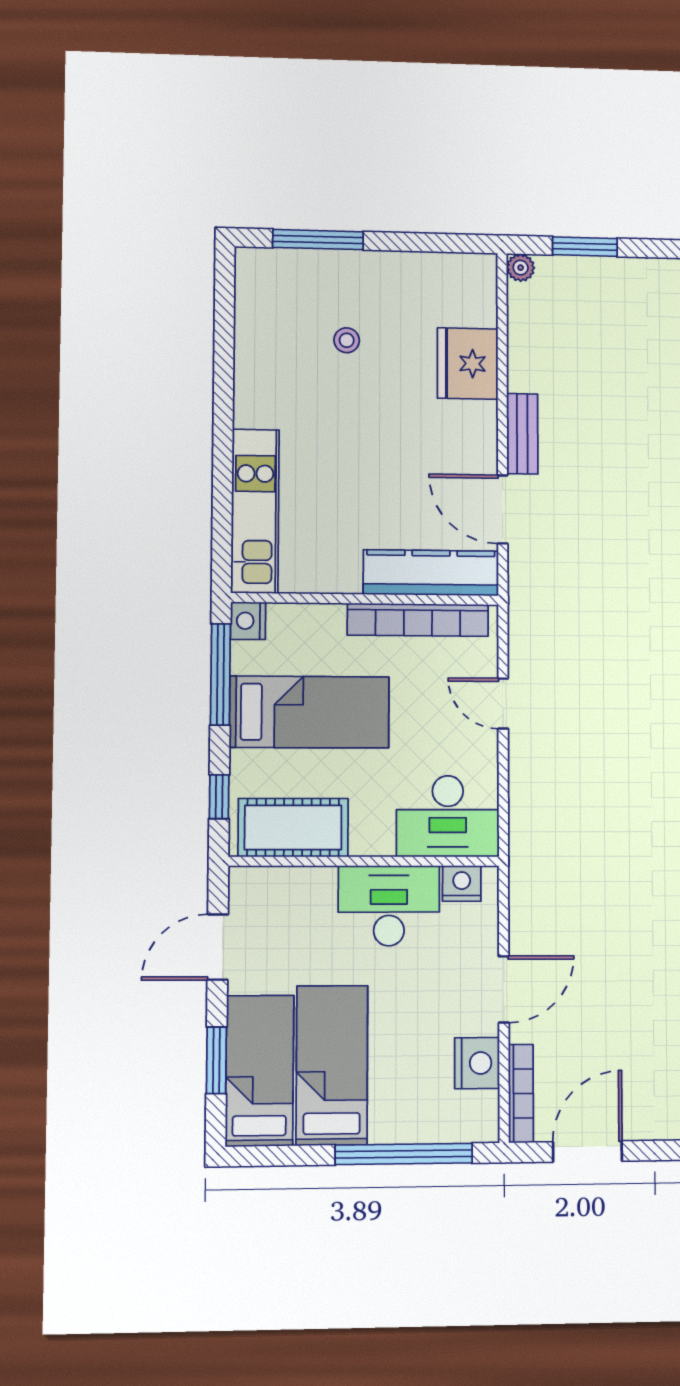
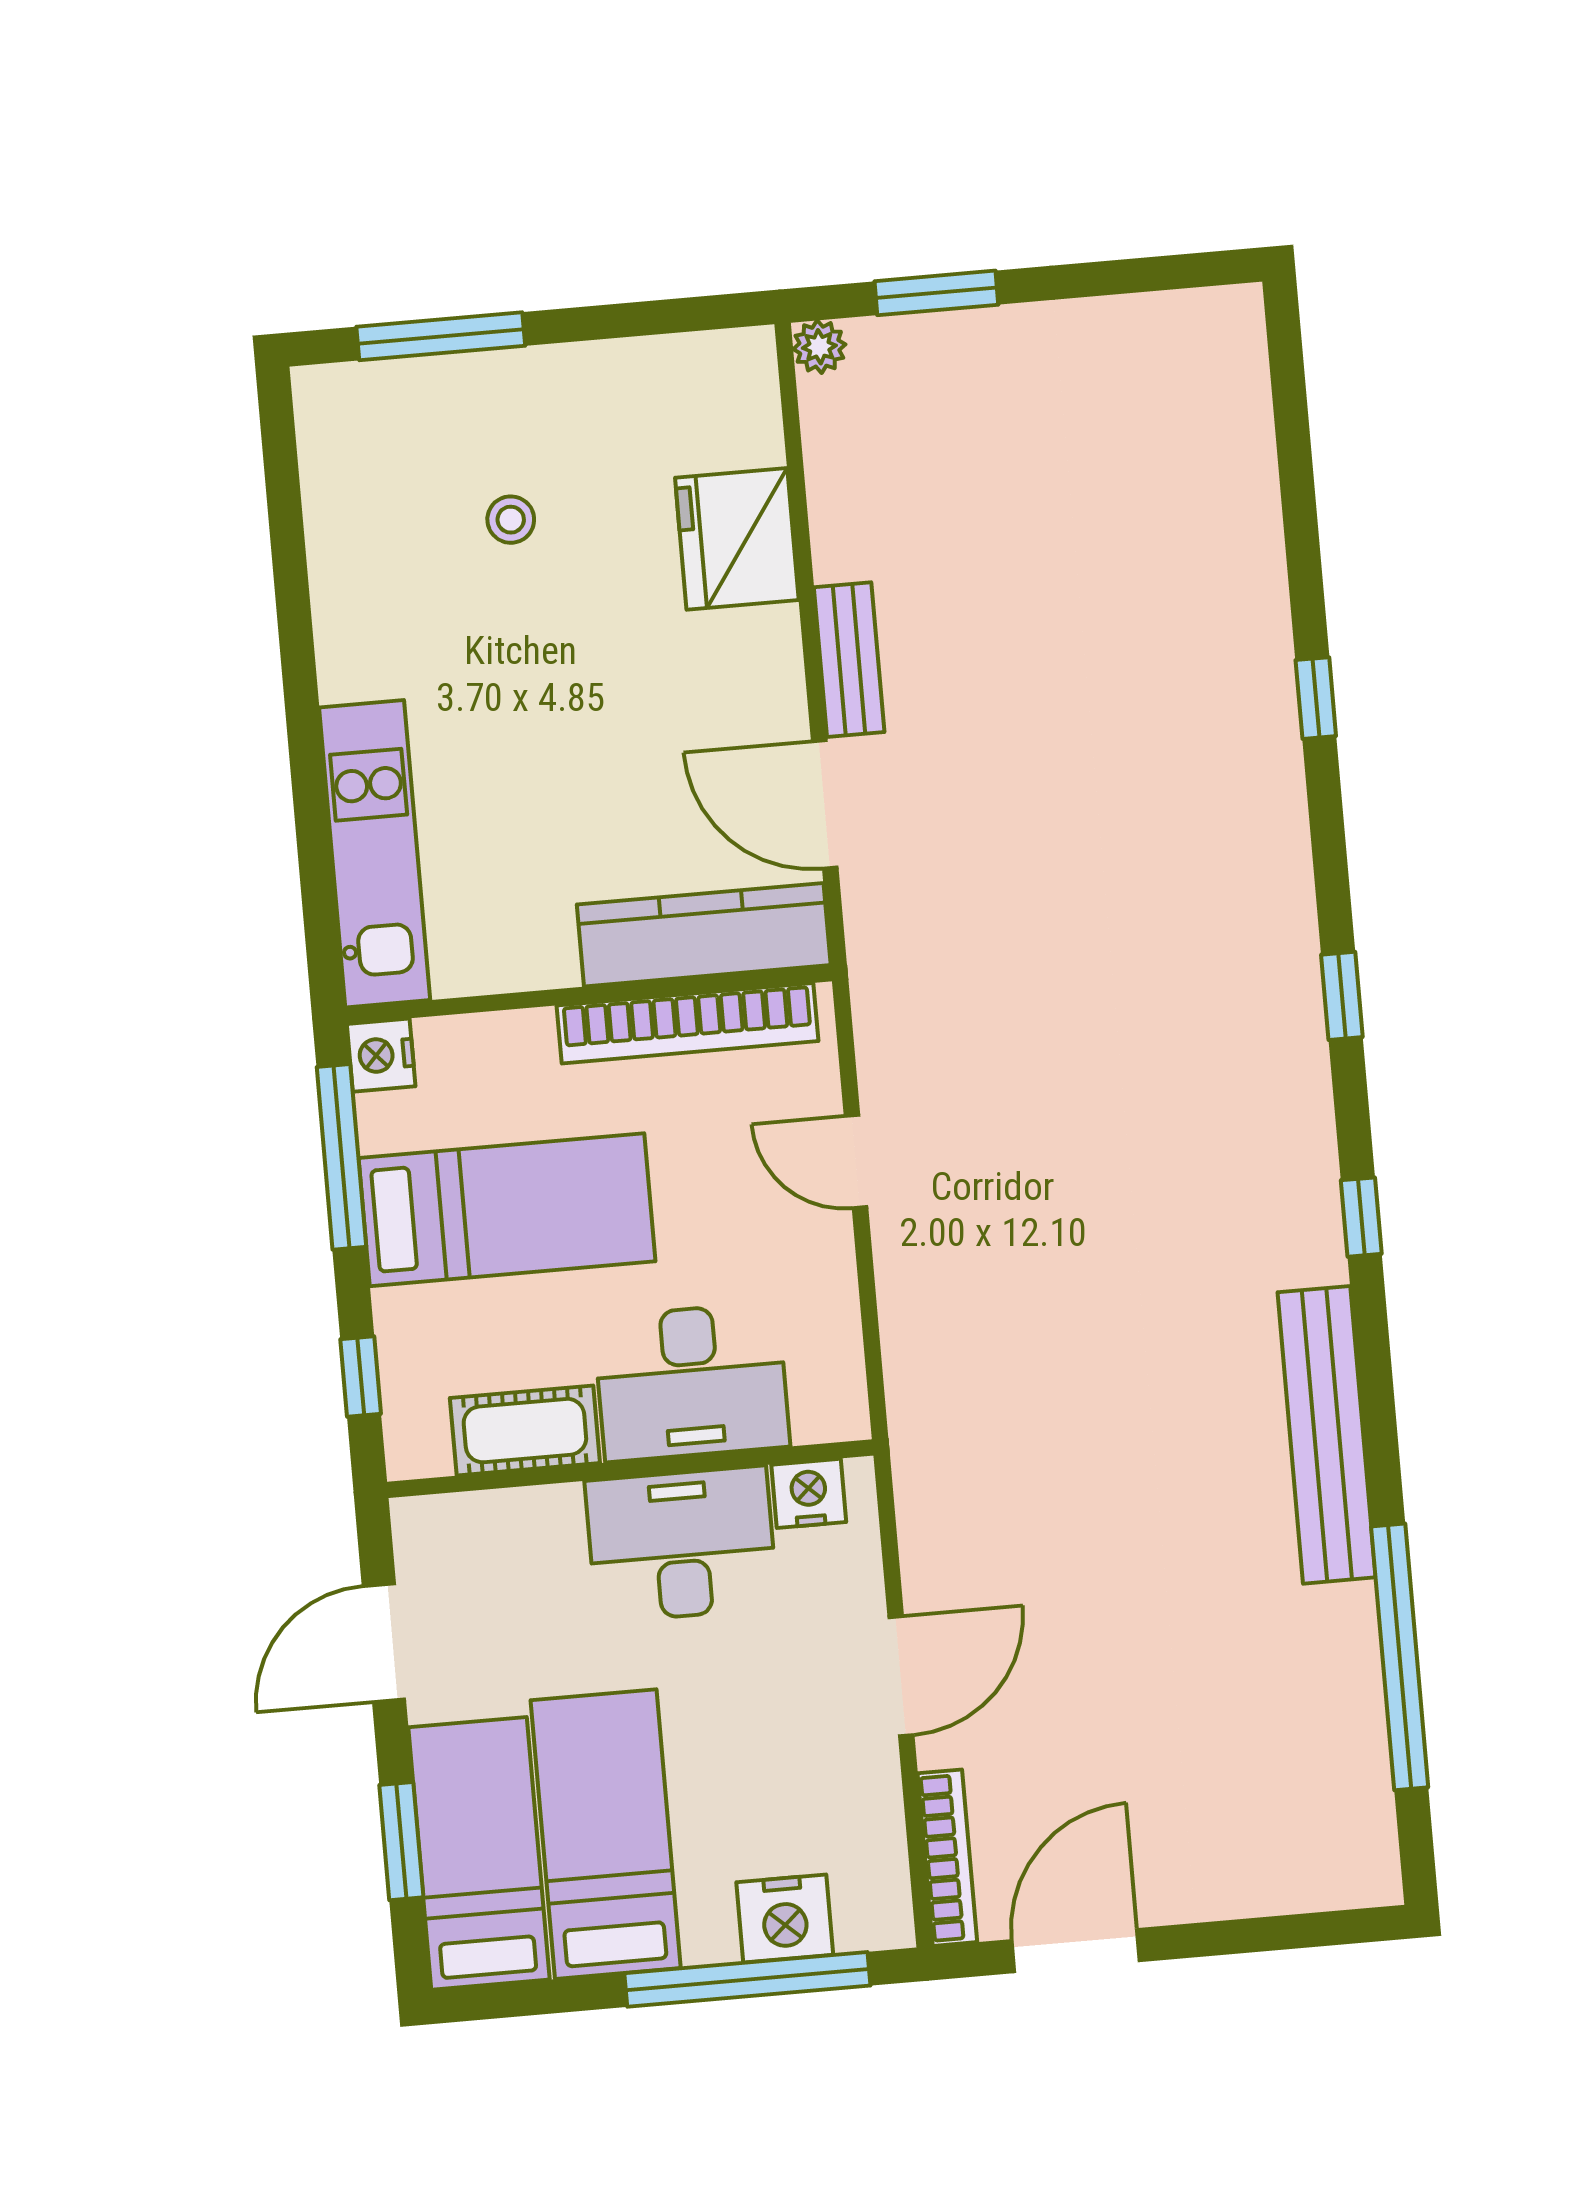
desk: (448, 816) -> (691, 1382), moved
cot: (293, 828) -> (525, 1431), width x0.73, depth x0.75
nightstand: (477, 1063) -> (785, 1919), moved, turned 90

